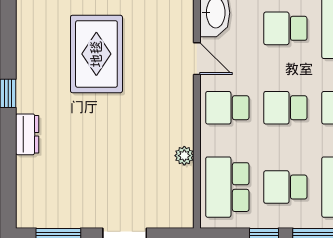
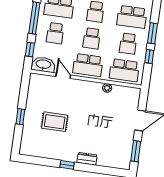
rug: (96, 54) -> (55, 122), width x0.73, depth x0.70
door: (197, 59) -> (63, 76), hinge flipped
school desk: (227, 108) -> (88, 65), width x1.85

